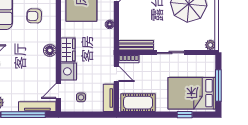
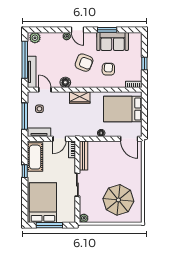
armchair: (26, 45) -> (84, 63), added
floor lamp: (50, 50) -> (65, 82), moved
nightstand: (69, 71) -> (61, 98), removed
window: (90, 115) -> (25, 116), added
window: (185, 115) -> (25, 171), moved

